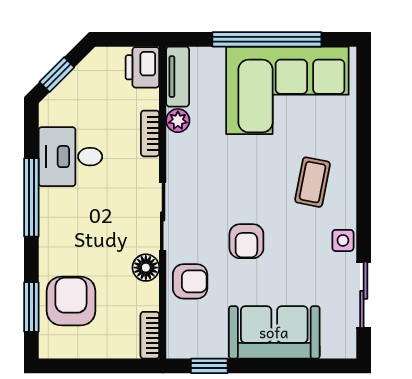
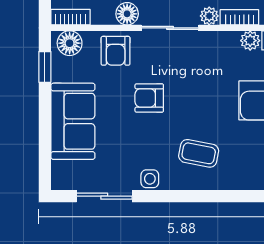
plant: (148, 169) -> (209, 16), added
floor lamp: (181, 336) -> (70, 43), added

